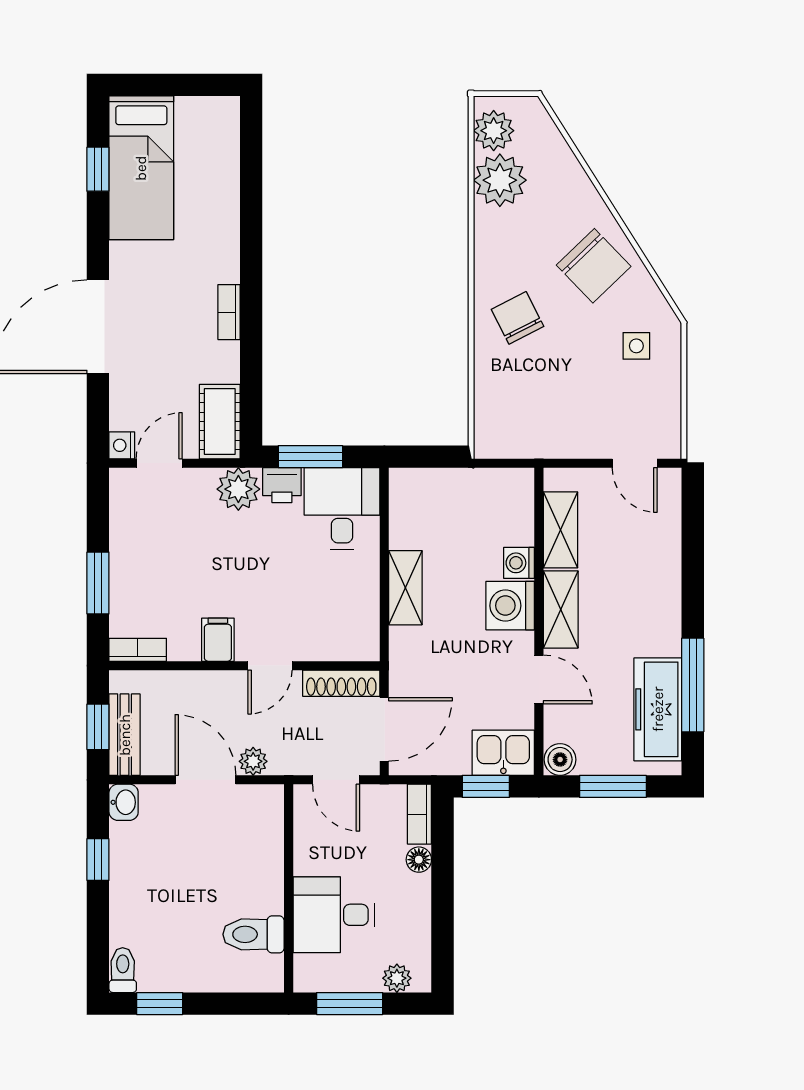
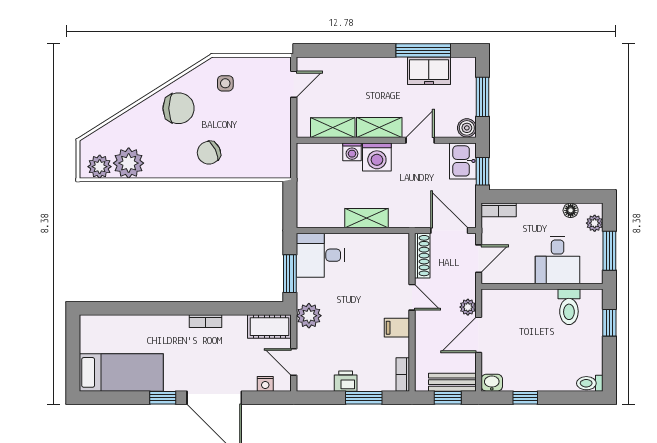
window: (98, 169) -> (163, 398), moved
chair: (594, 266) -> (178, 108), turned 44
nightstand: (122, 445) -> (265, 384), moved
printer: (282, 485) -> (346, 381), moved, turned -90
freezer: (658, 709) -> (429, 71), width x0.71
floor lamp: (419, 860) -> (571, 210), moved
window: (160, 1004) -> (609, 323), moved

